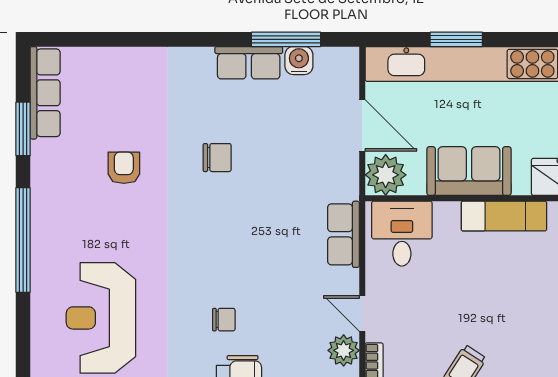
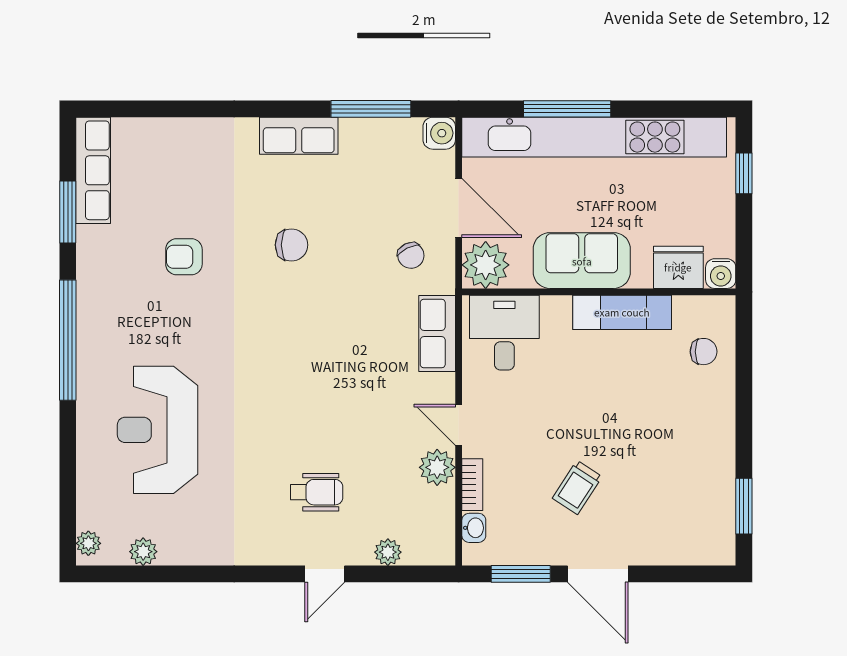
window: (456, 39) -> (567, 109), width x1.44
water cooler: (299, 61) -> (439, 133), moved, turned 90
row of seats: (249, 63) -> (299, 136), moved
armchair: (124, 168) -> (184, 257), turned -90
chair: (224, 320) -> (411, 255), moved, turned 64

